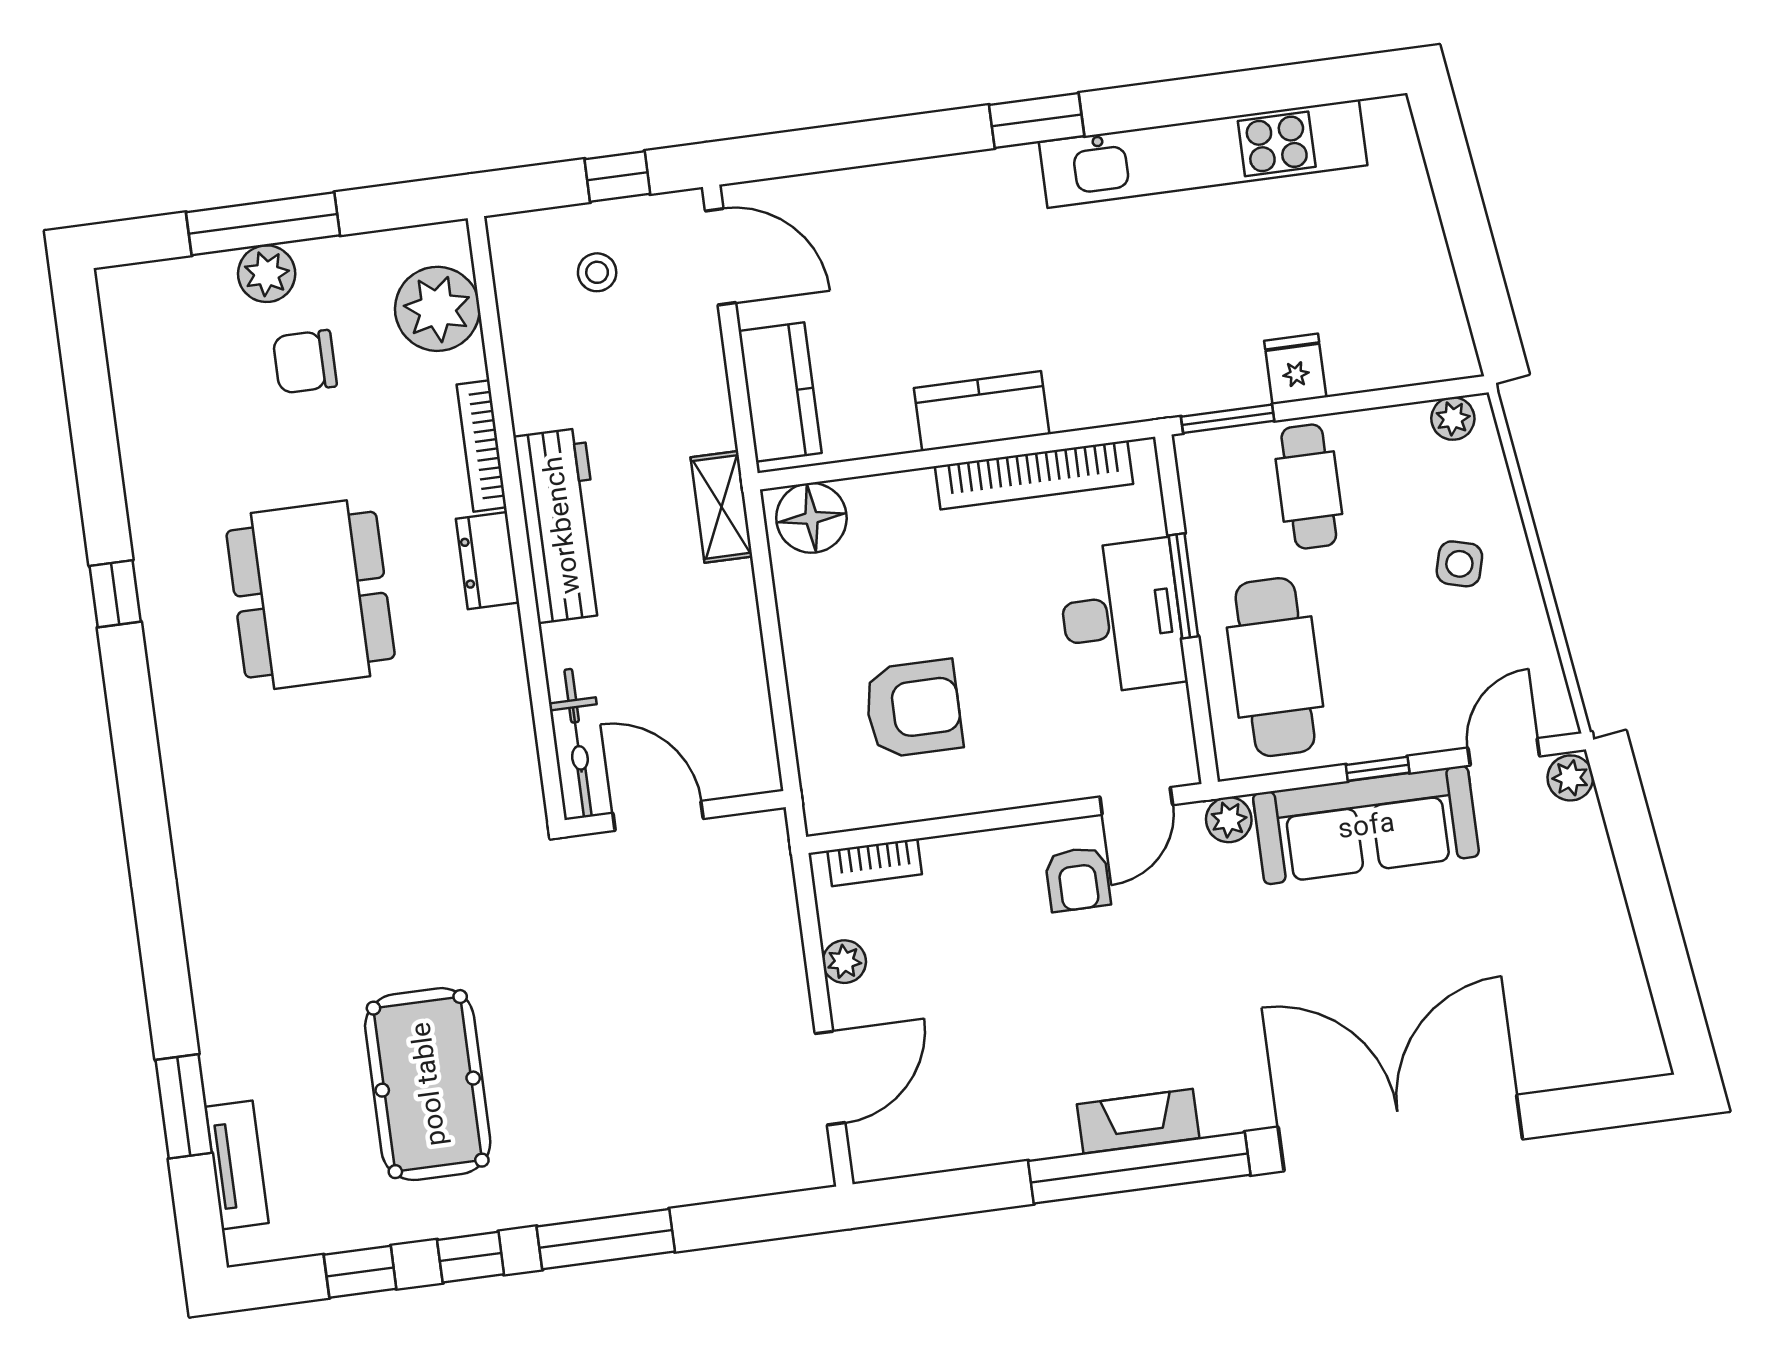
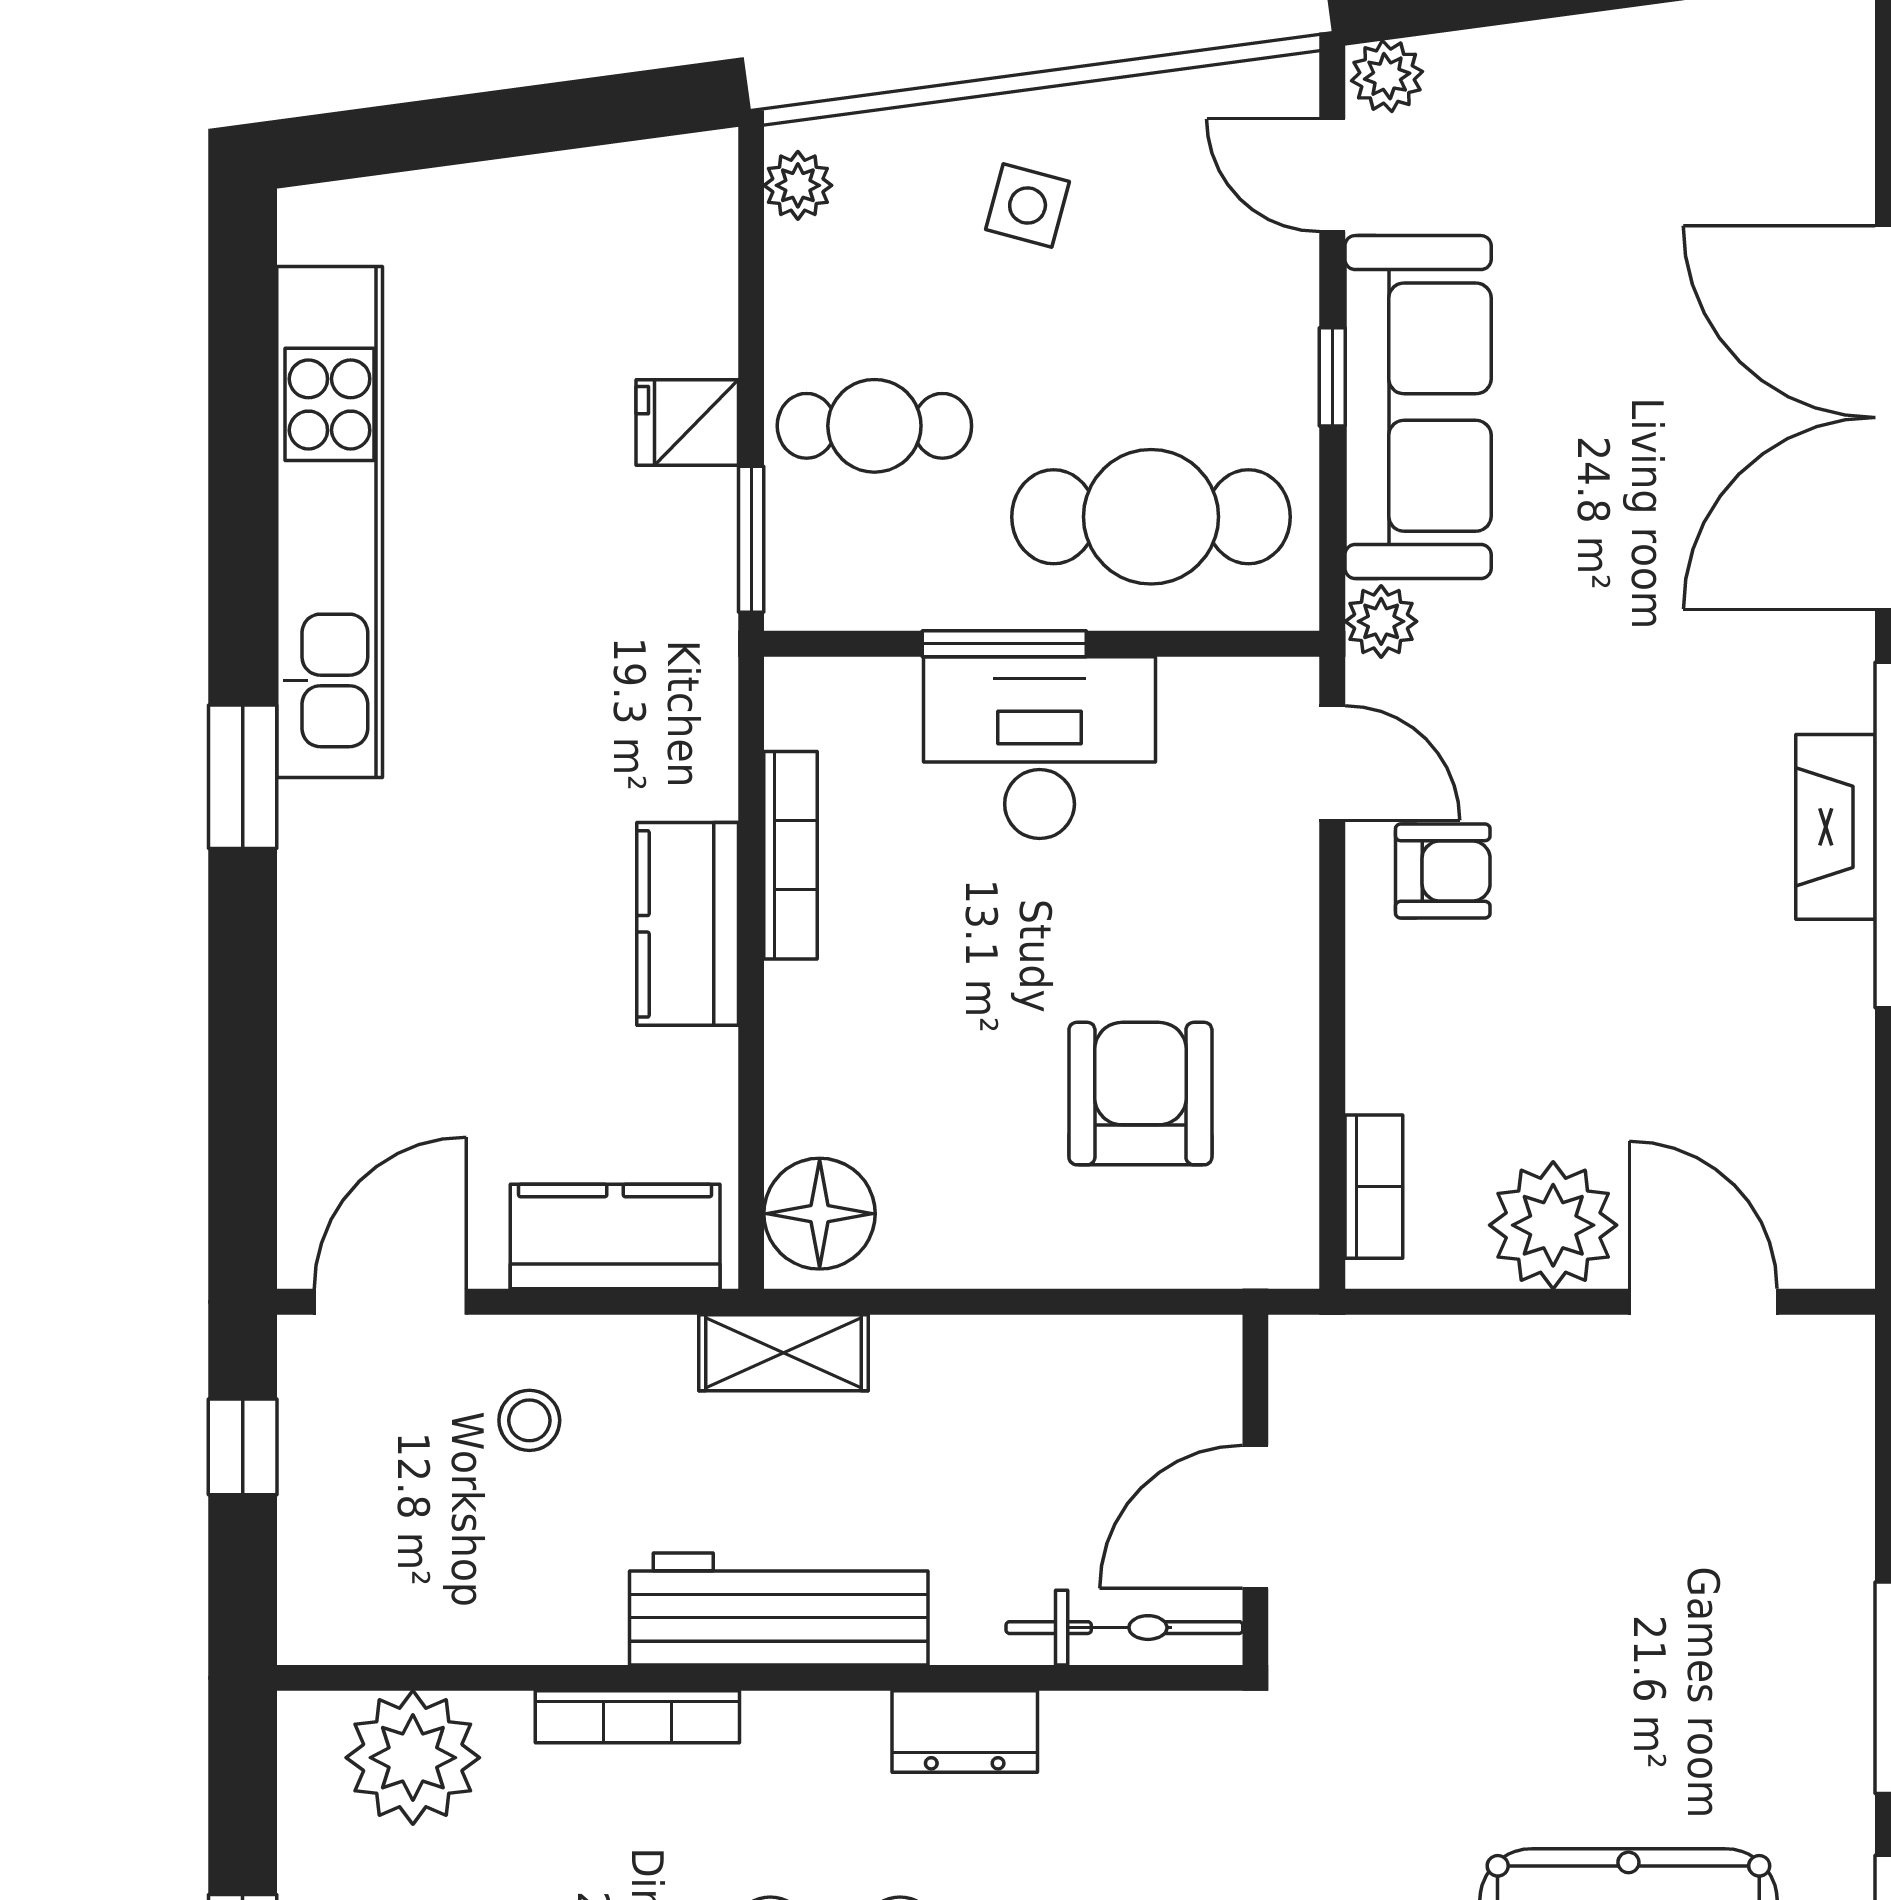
stool: (597, 272) -> (529, 1420), moved
bookcase: (1034, 475) -> (791, 855), width x0.68, depth x0.76
dresser: (487, 561) -> (965, 1731), moved
plant: (844, 962) -> (1553, 1225), width x1.88, depth x1.88

